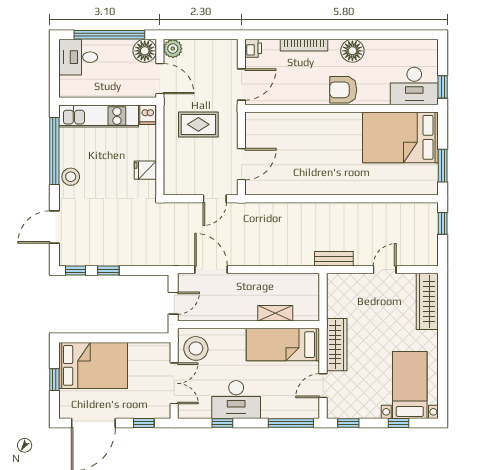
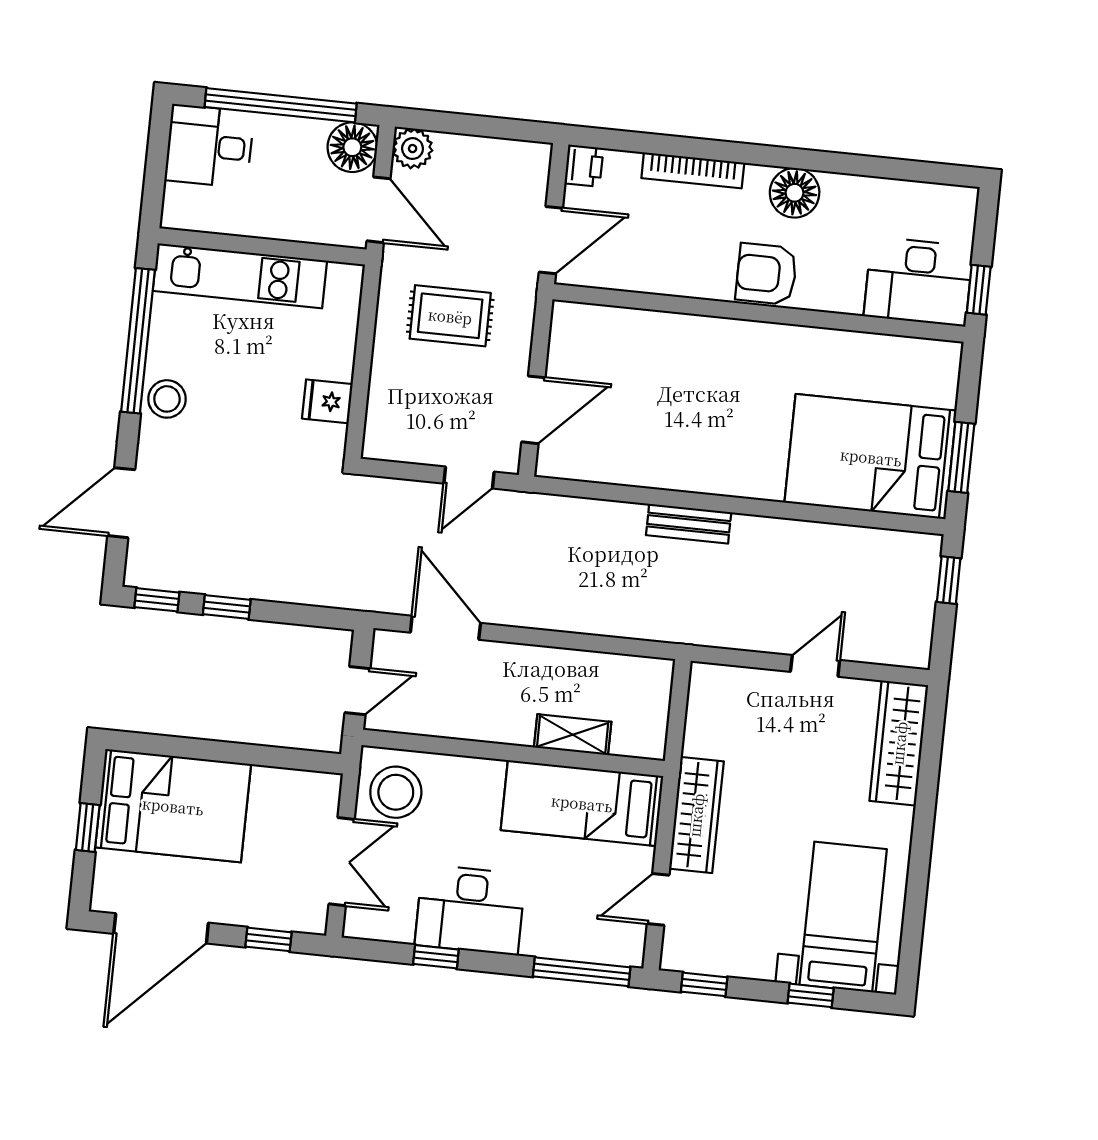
dishwasher: (148, 115) -> (344, 284), removed
bed: (400, 137) -> (871, 457), moved
bench: (334, 259) -> (689, 524), moved

